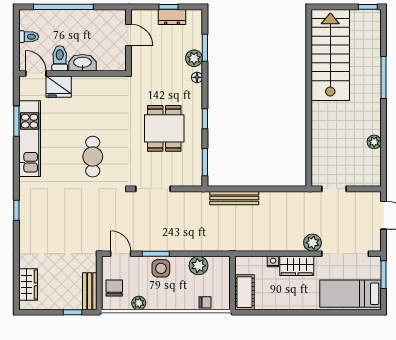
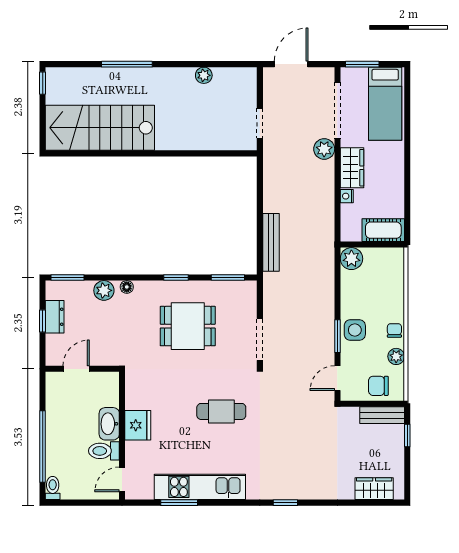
toilet: (29, 37) -> (53, 488), moved
window: (205, 48) -> (68, 278), moved
fridge: (59, 87) -> (138, 425), moved
plant: (198, 266) -> (351, 259), moved
chair: (205, 302) -> (394, 330), moved

